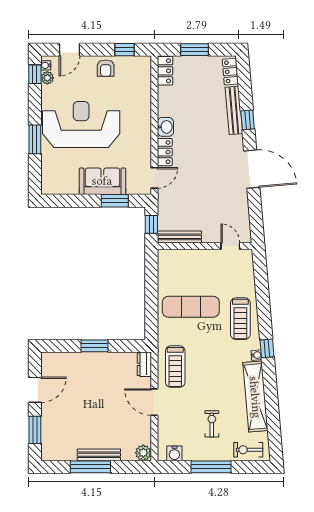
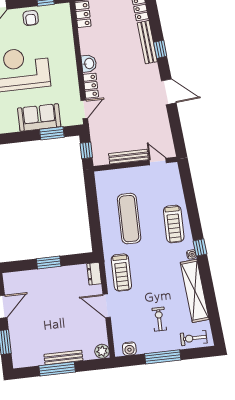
door: (252, 169) -> (169, 92), width x0.73
bench: (179, 237) -> (128, 157), moved
exercise mat: (191, 307) -> (129, 219), turned 90

